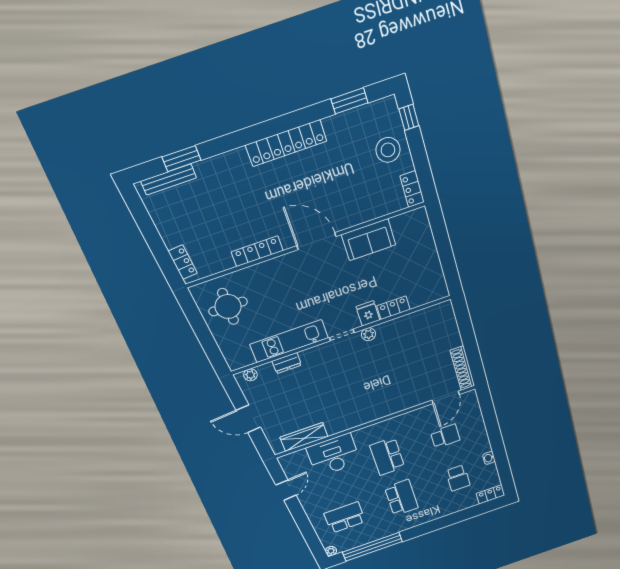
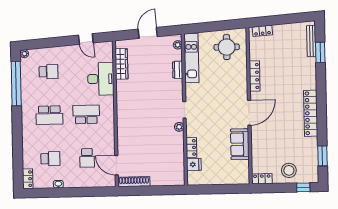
fridge: (368, 313) -> (194, 164), moved
kitchen unit: (289, 341) -> (191, 58), moved
school desk: (458, 478) -> (50, 159), turned 180
school desk: (345, 517) -> (49, 72), width x0.54

